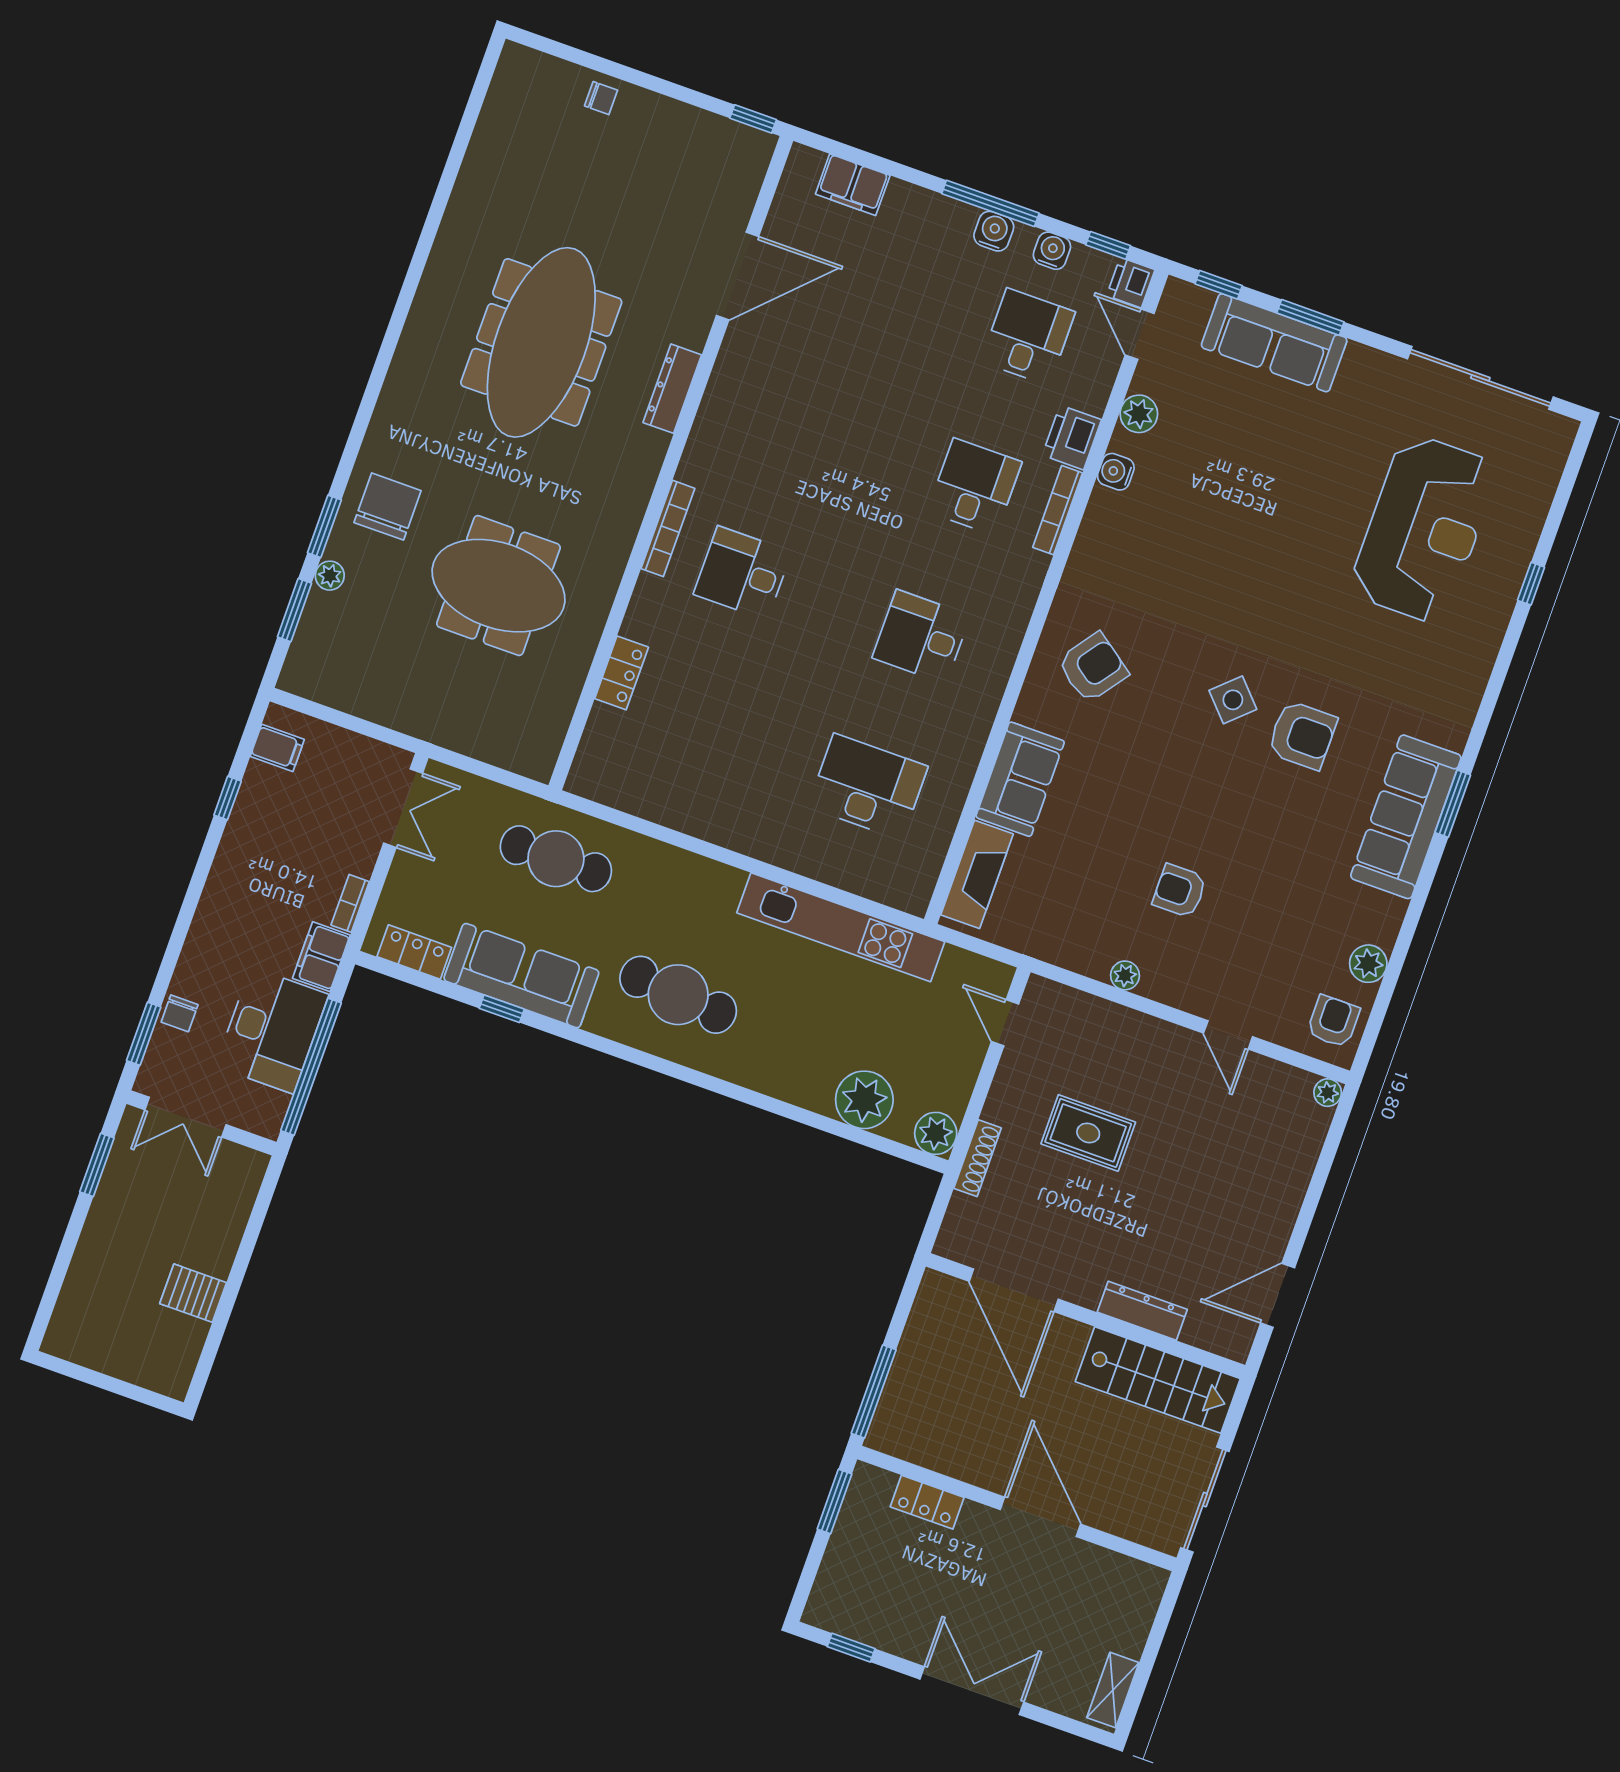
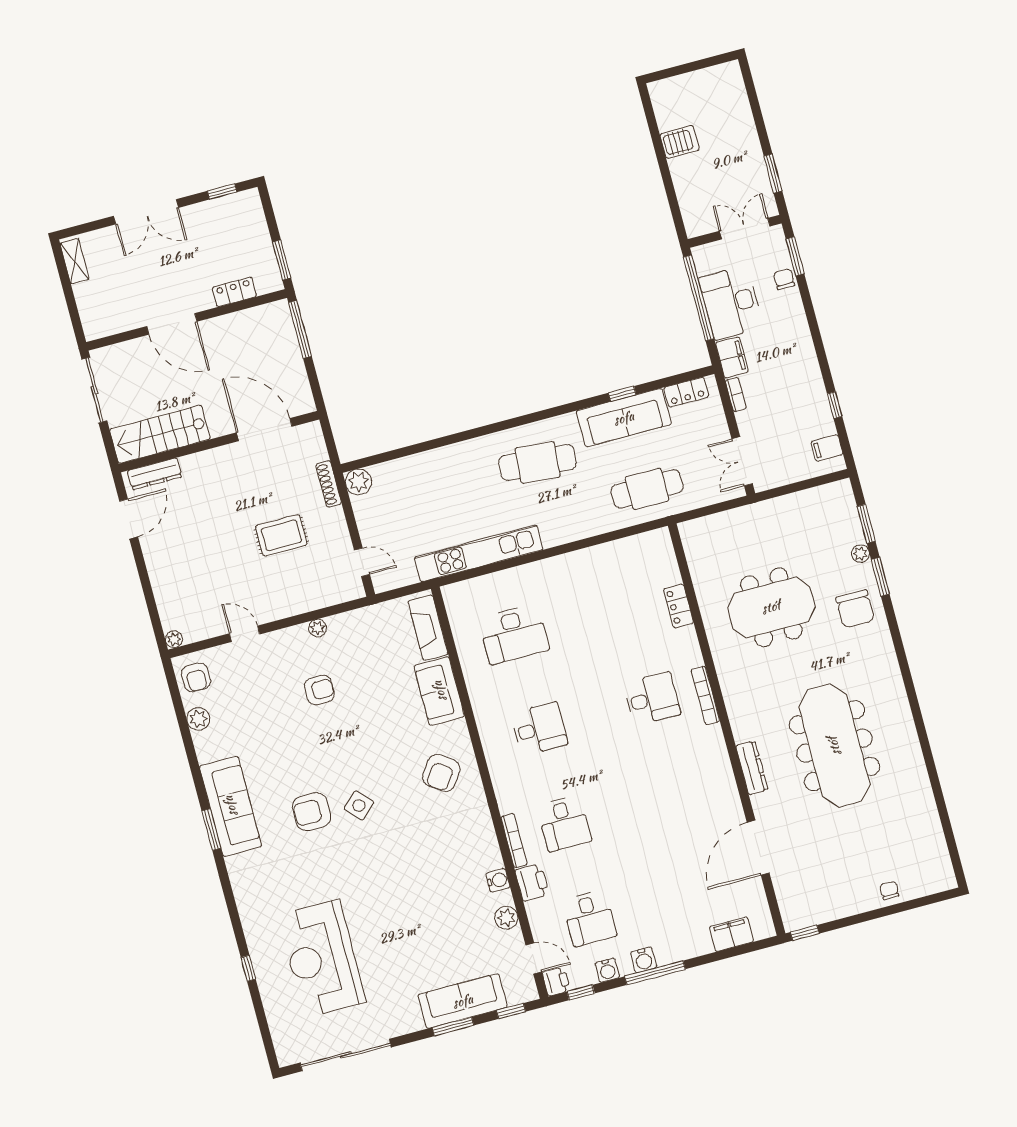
chair: (601, 98) -> (889, 890), turned 90
plant: (864, 1100) -> (406, 474), removed
dresser: (1142, 1311) -> (155, 474), moved

